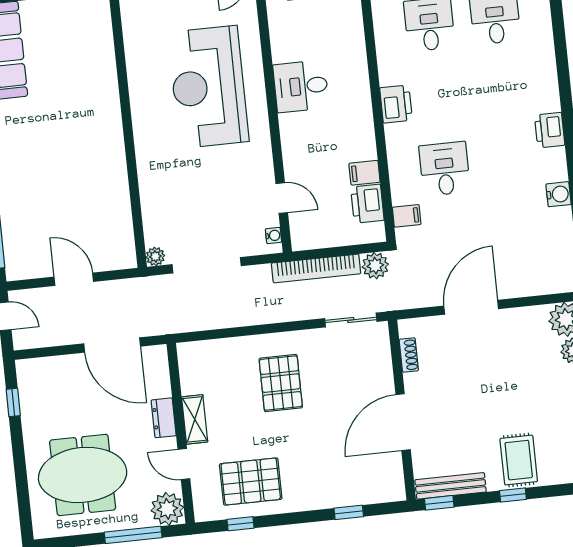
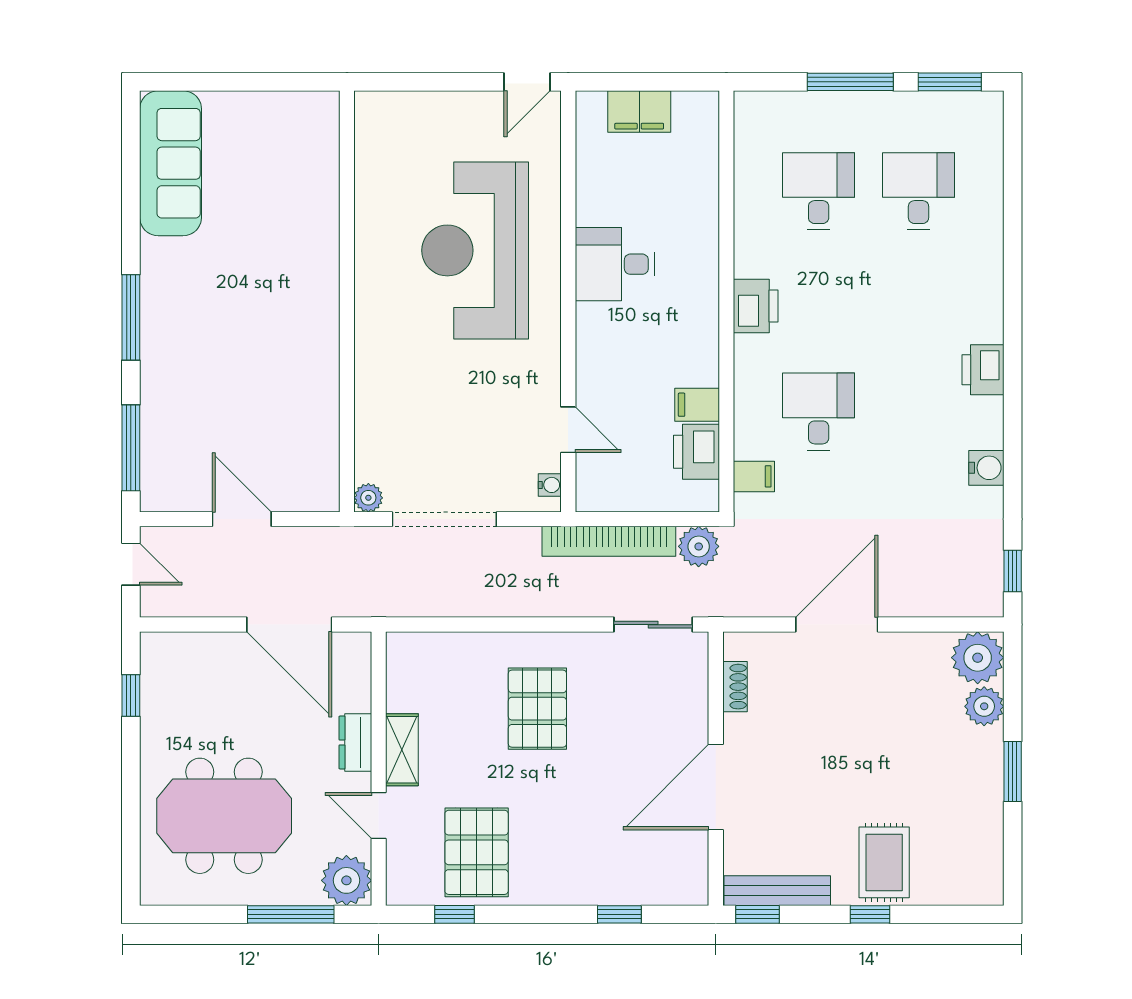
pallet: (251, 481) -> (477, 852), turned 90

